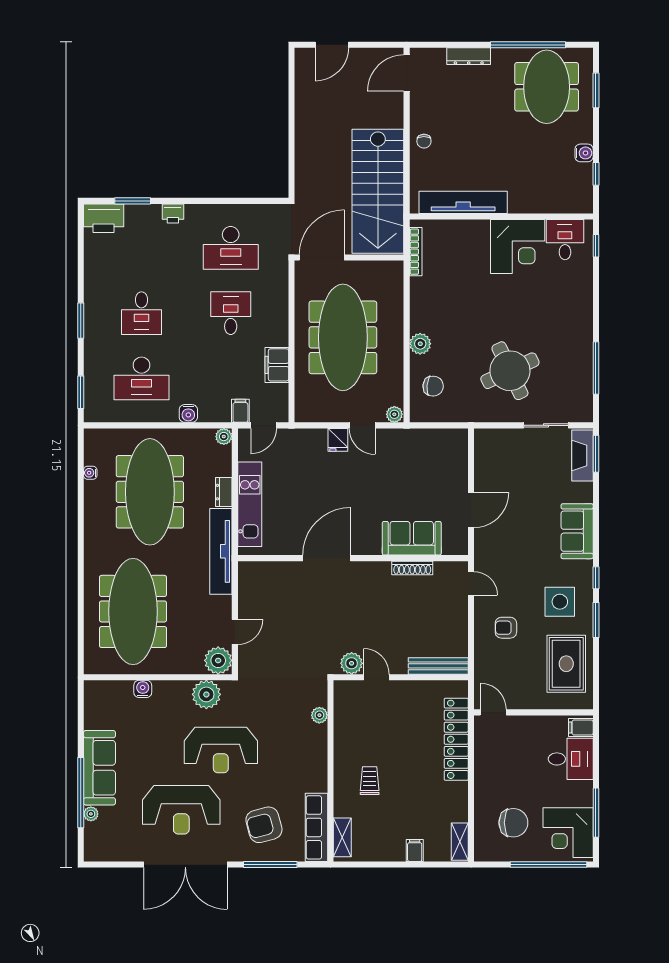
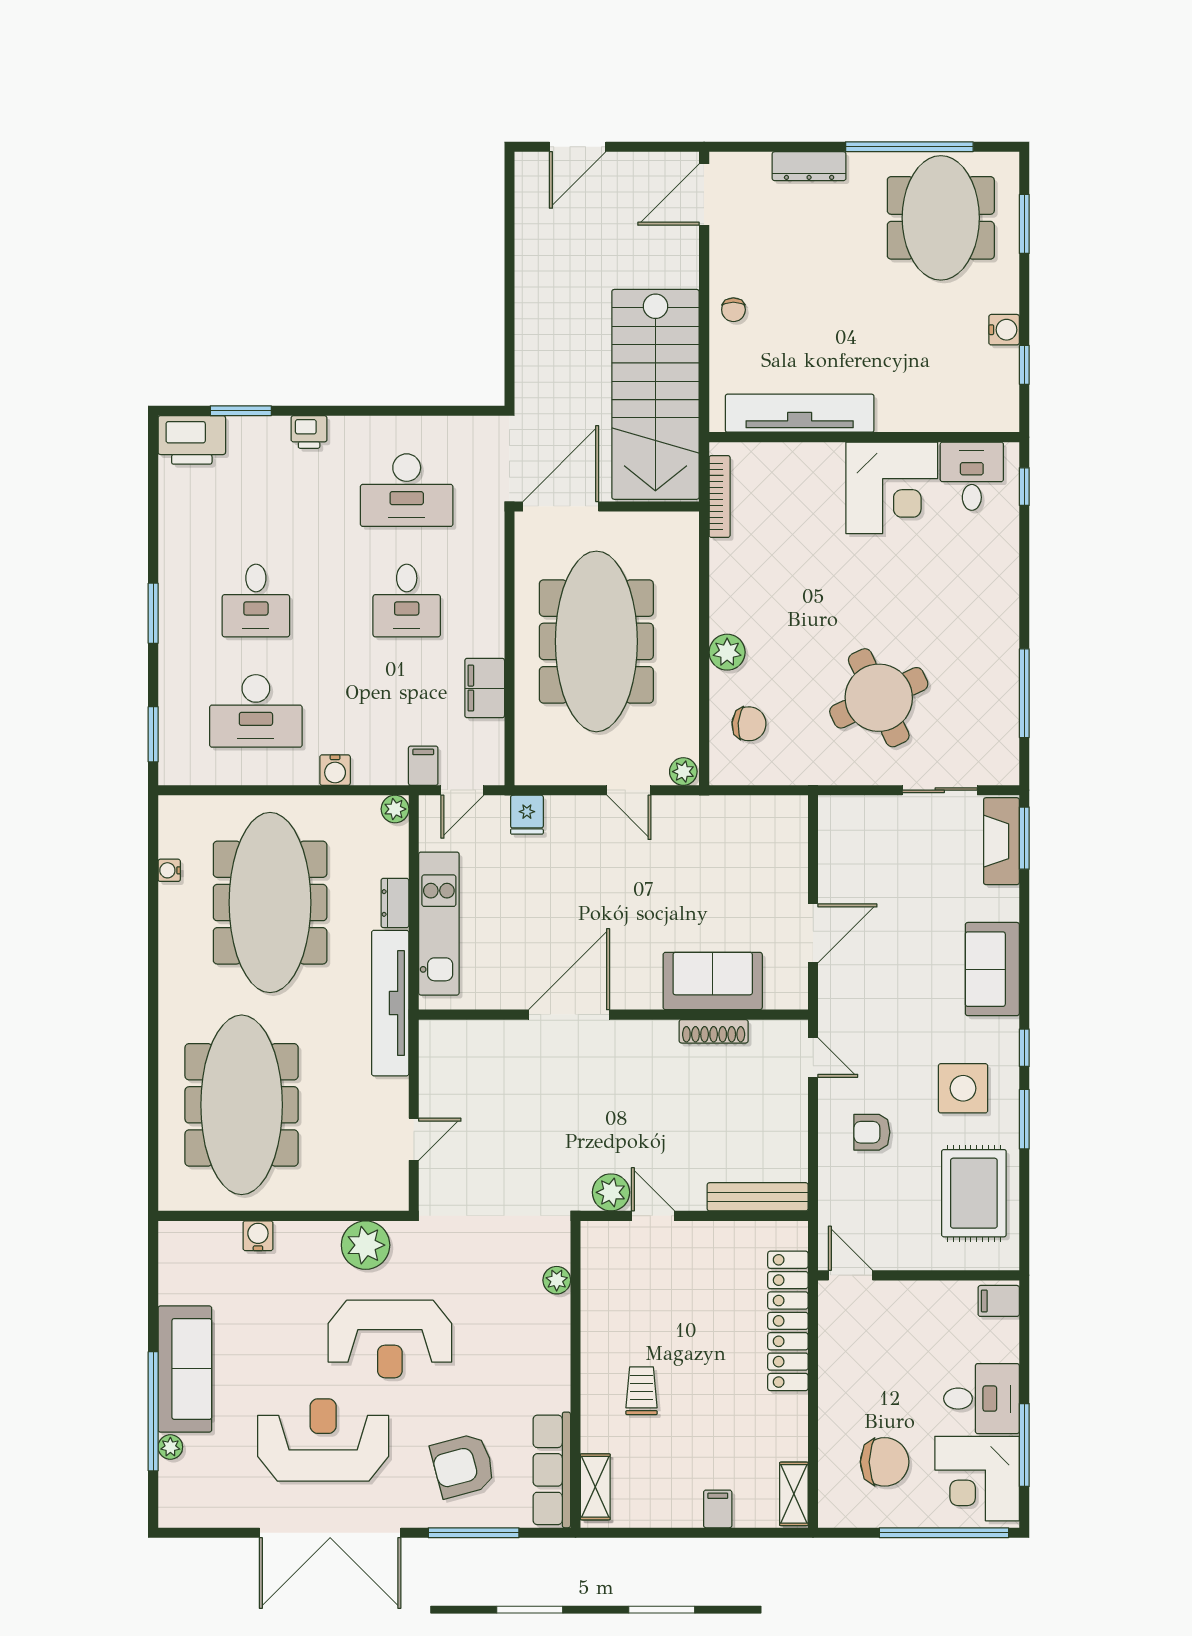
desk: (231, 313) -> (407, 601), turned 180
fridge: (338, 440) -> (527, 815), moved
plant: (218, 660) -> (386, 1188), removed
desk: (571, 759) -> (981, 1399), moved
reception desk: (181, 810) -> (323, 1440), turned 180

